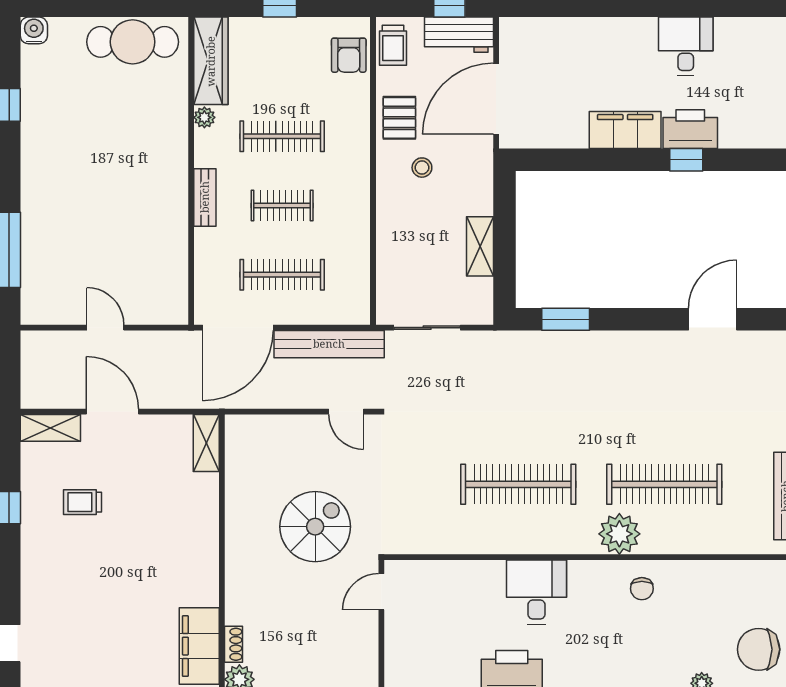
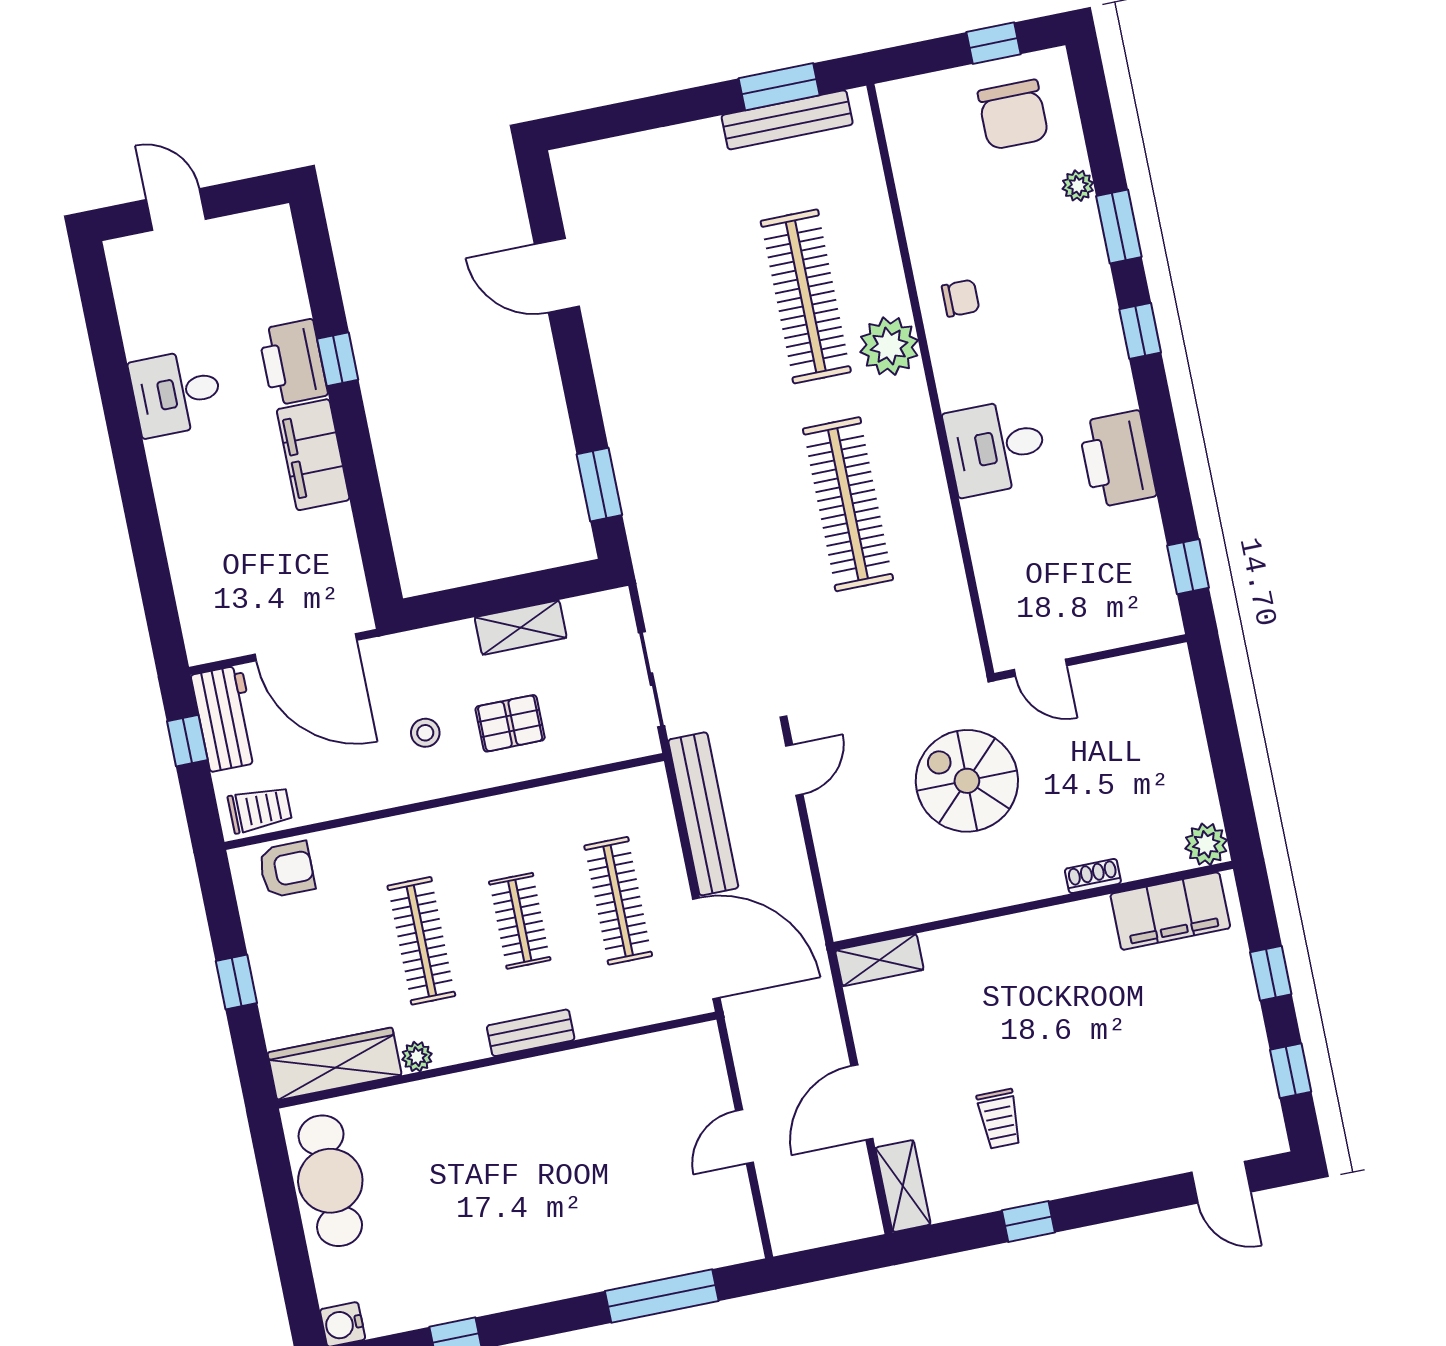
pallet: (399, 118) -> (510, 723), moved
shoe rack: (234, 644) -> (1093, 876), moved

